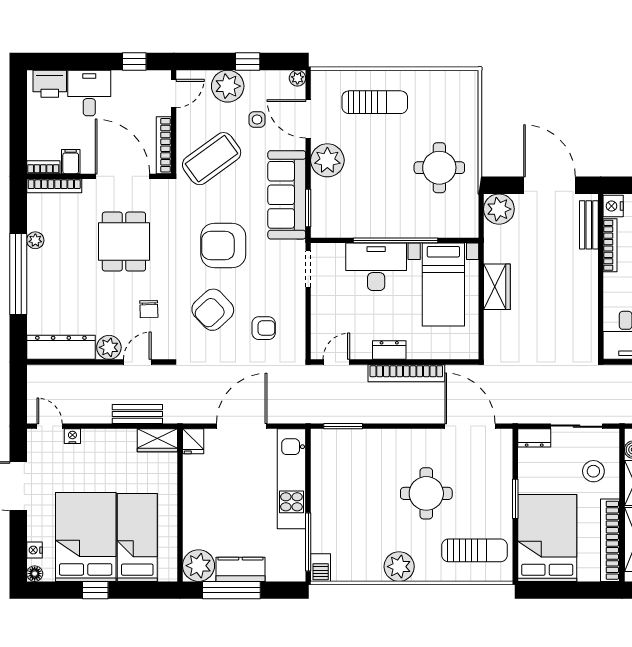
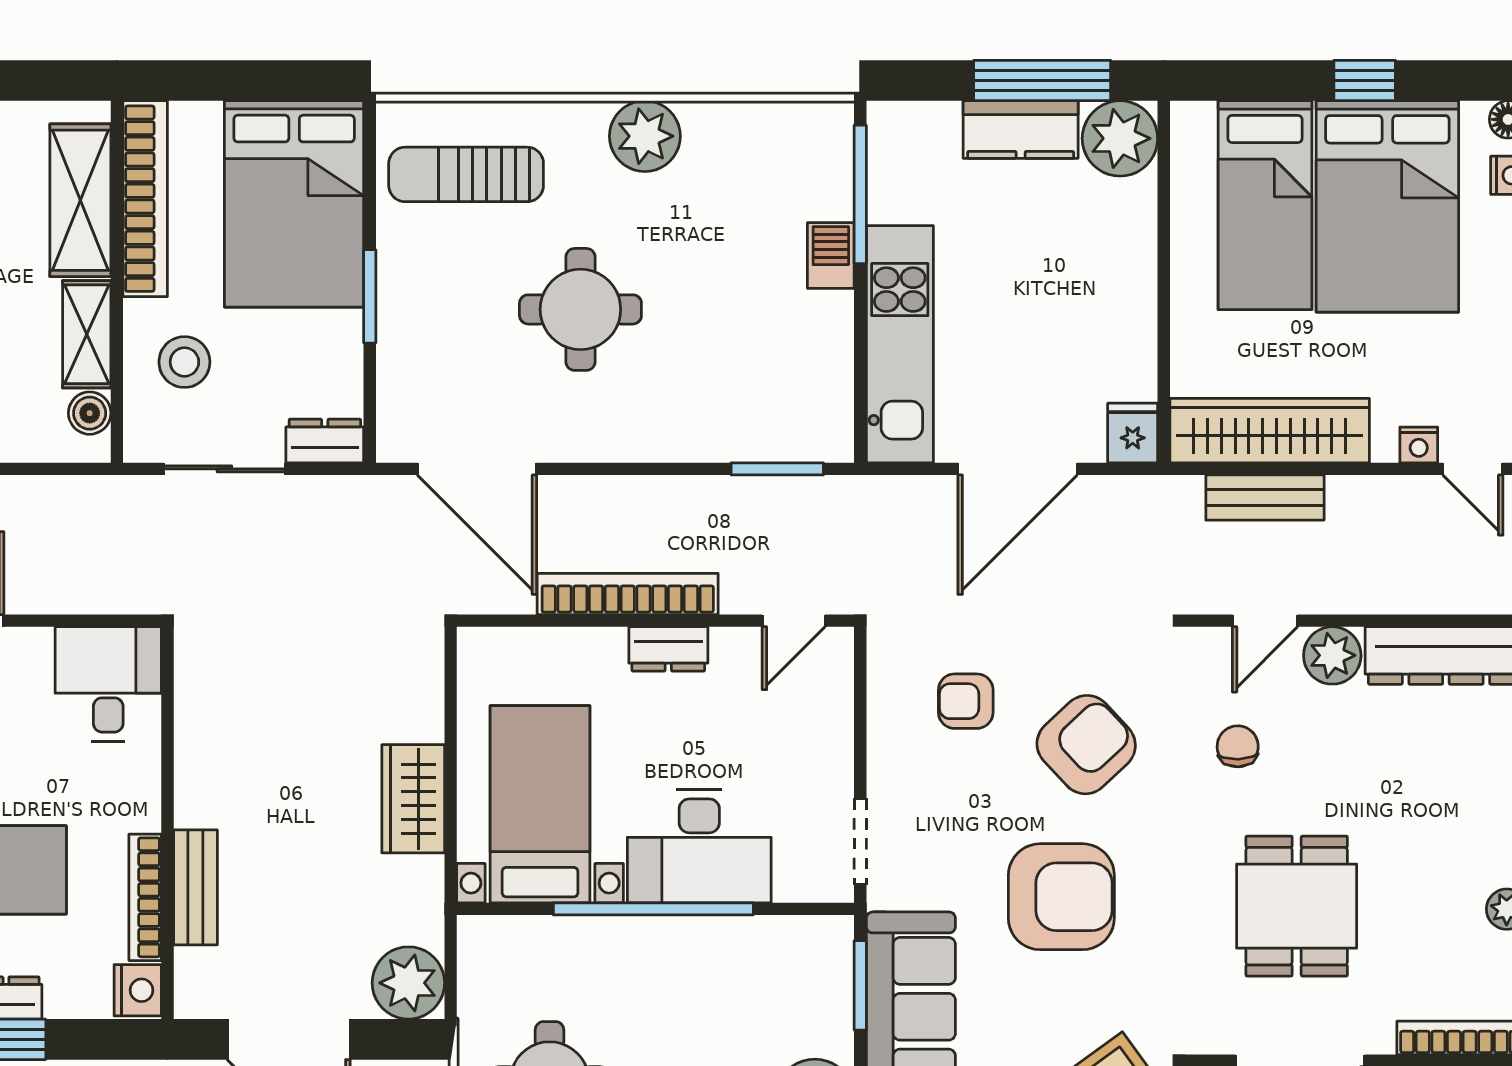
bench: (589, 225) -> (195, 887), moved
wardrobe: (157, 440) -> (1270, 431), width x2.10, depth x1.17
barbecue: (321, 568) -> (831, 255), moved

